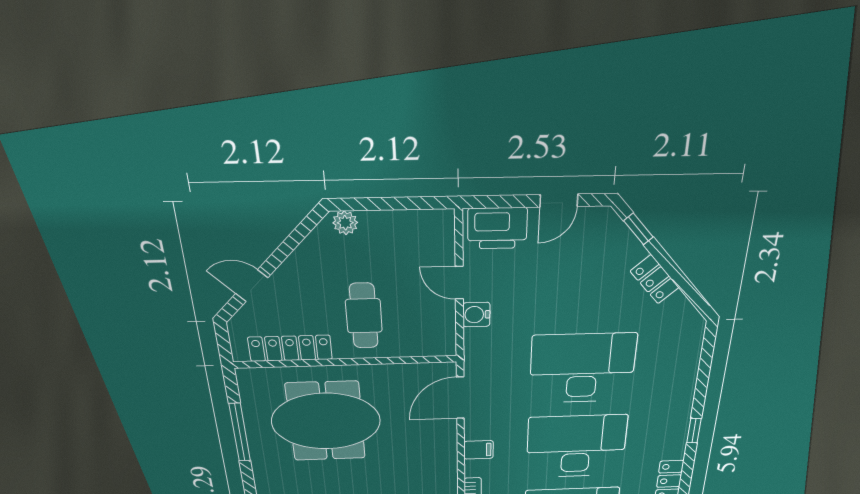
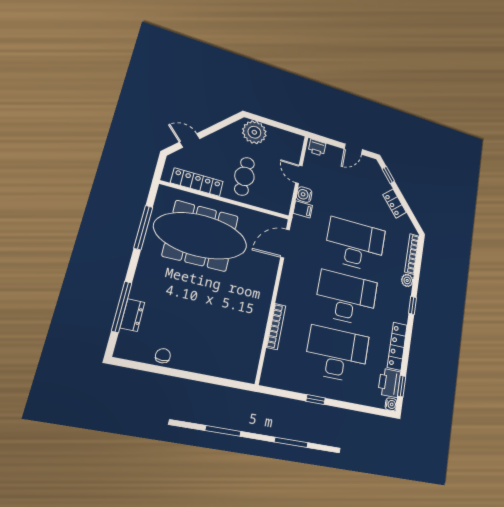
plant: (345, 223) -> (254, 132), width x1.87, depth x1.87
printer: (497, 228) -> (317, 148), width x0.53, depth x0.68
bookcase: (692, 356) -> (412, 254), added
plant: (683, 398) -> (407, 280), added
meeting table: (326, 421) -> (201, 236), width x1.36
filing cabinet: (478, 450) -> (303, 209), moved

